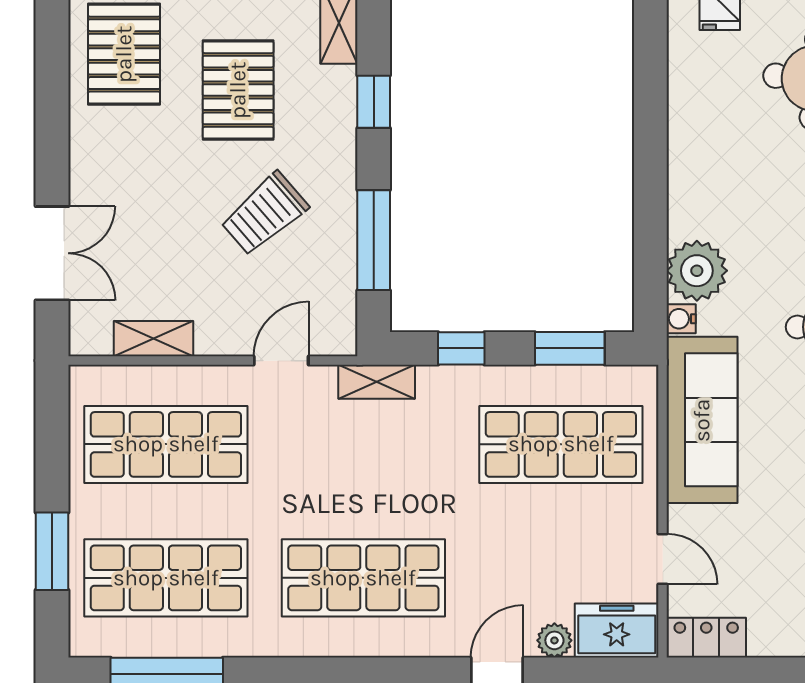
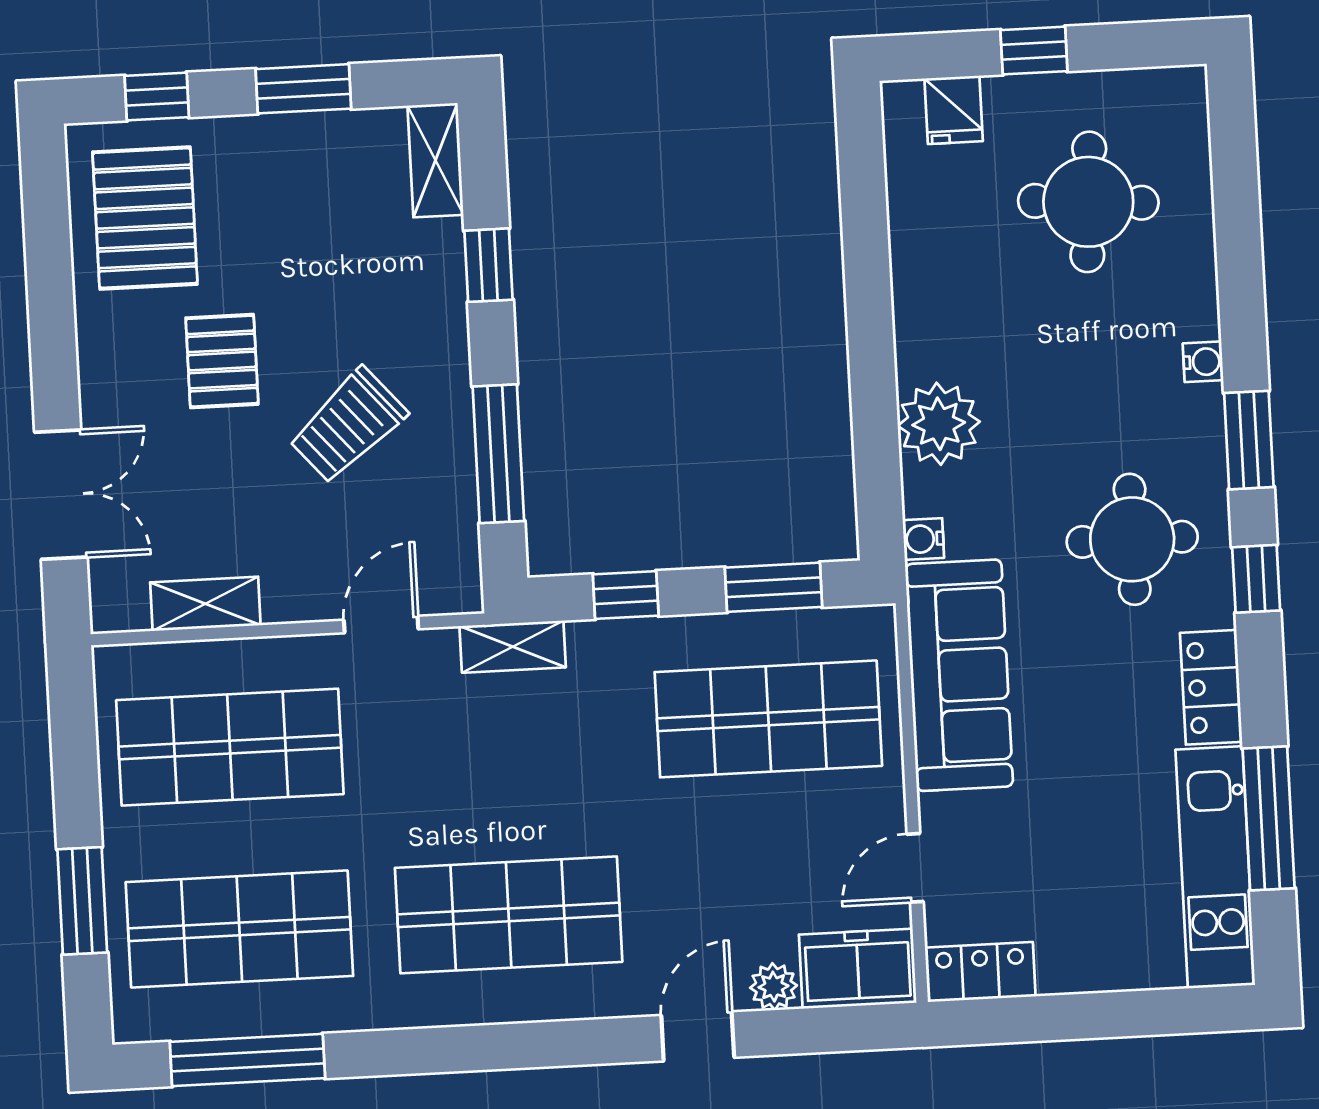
pallet: (238, 90) -> (222, 361), moved, width x0.67, depth x0.71
plant: (697, 271) -> (939, 424), moved
door: (663, 559) -> (915, 868), swing flipped

